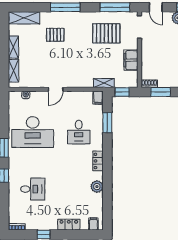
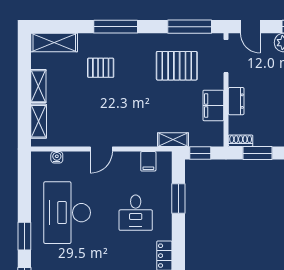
dresser: (146, 57) -> (236, 101), added
filing cabinet: (98, 98) -> (148, 161), moved
desk: (33, 132) -> (67, 213), turned 90

